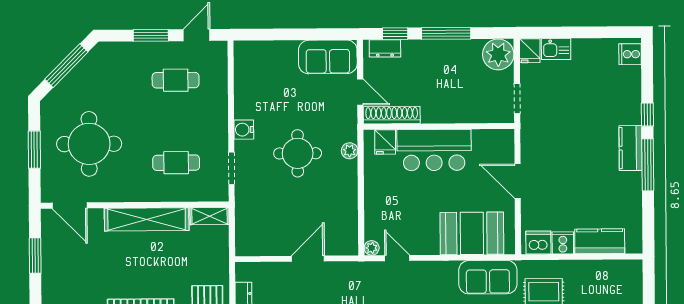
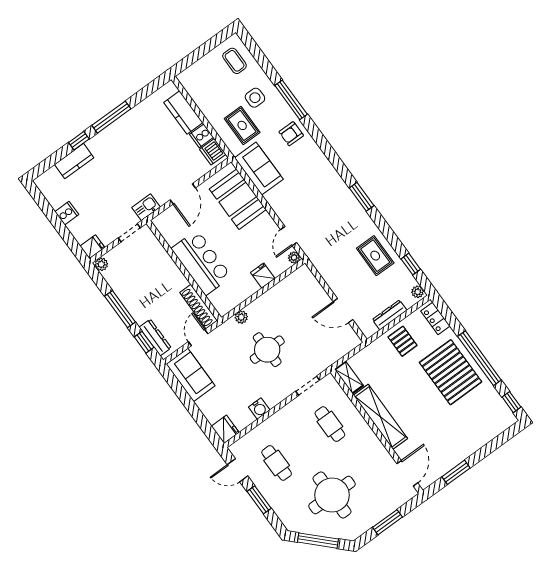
dresser: (385, 48) -> (155, 338), width x1.44
kitchen sink: (556, 49) -> (146, 207), moved, turned -90
fridge: (247, 52) -> (225, 429), added
plant: (498, 54) -> (101, 264), width x0.53, depth x0.53
cooker: (630, 54) -> (67, 213), moved, turned -90
water cooler: (244, 130) -> (259, 409), moved
fridge: (385, 142) -> (263, 275), moved, turned -90
round table: (89, 144) -> (332, 495), moved
kitchen counter: (631, 148) -> (74, 161), moved
door: (308, 259) -> (343, 311), moved

